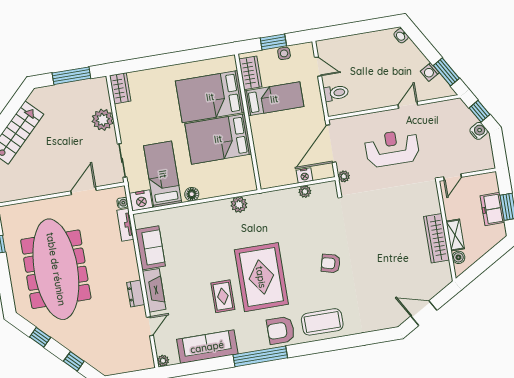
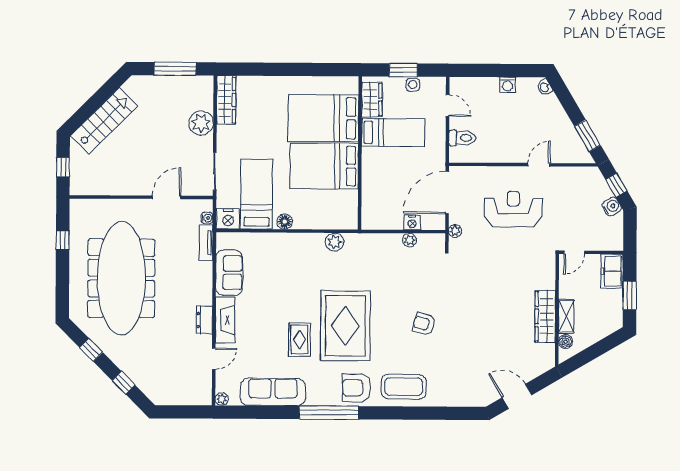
washing machine: (430, 72) -> (508, 85), moved, turned -59
wardrobe: (120, 88) -> (226, 100), width x1.50
freezer: (492, 209) -> (612, 271), moved

